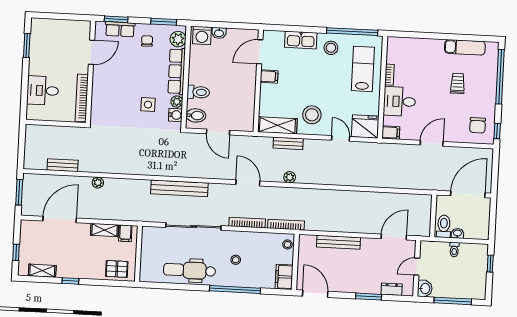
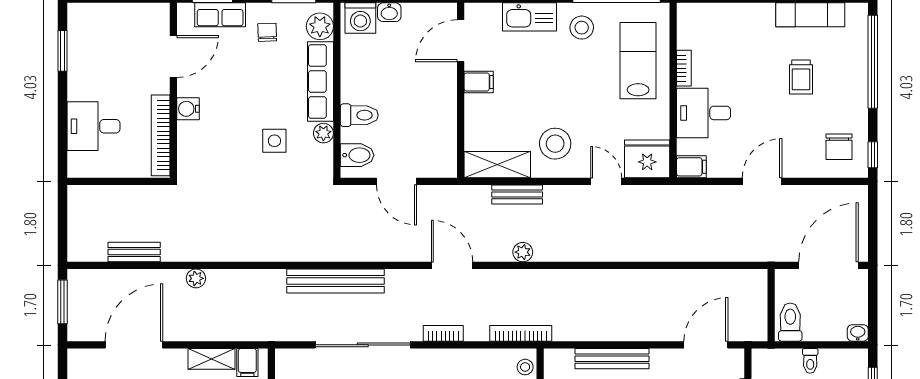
trolley: (458, 83) -> (801, 77), turned 180
water cooler: (175, 115) -> (188, 109), moved, turned 180
bookcase: (247, 223) -> (443, 333), width x0.64
washbasin: (457, 233) -> (858, 333), moved

